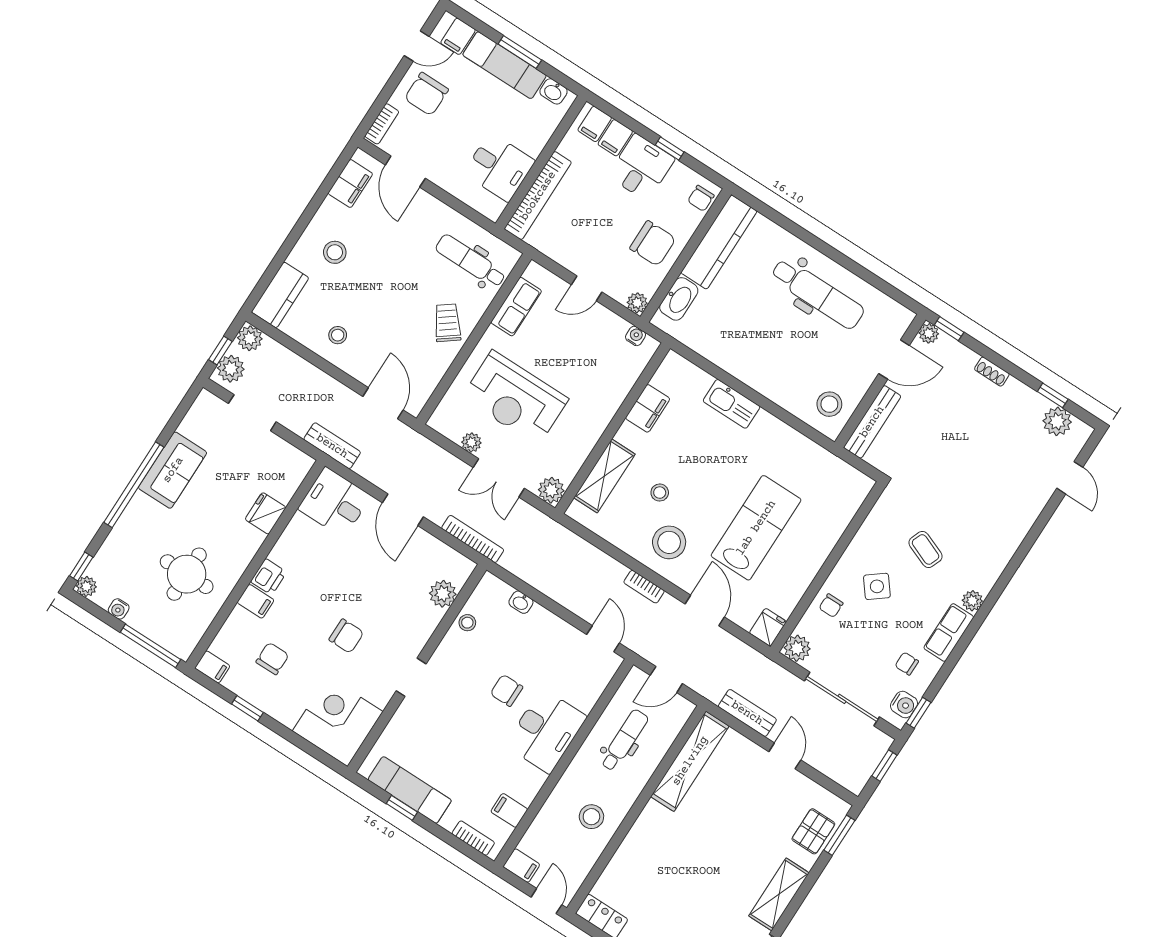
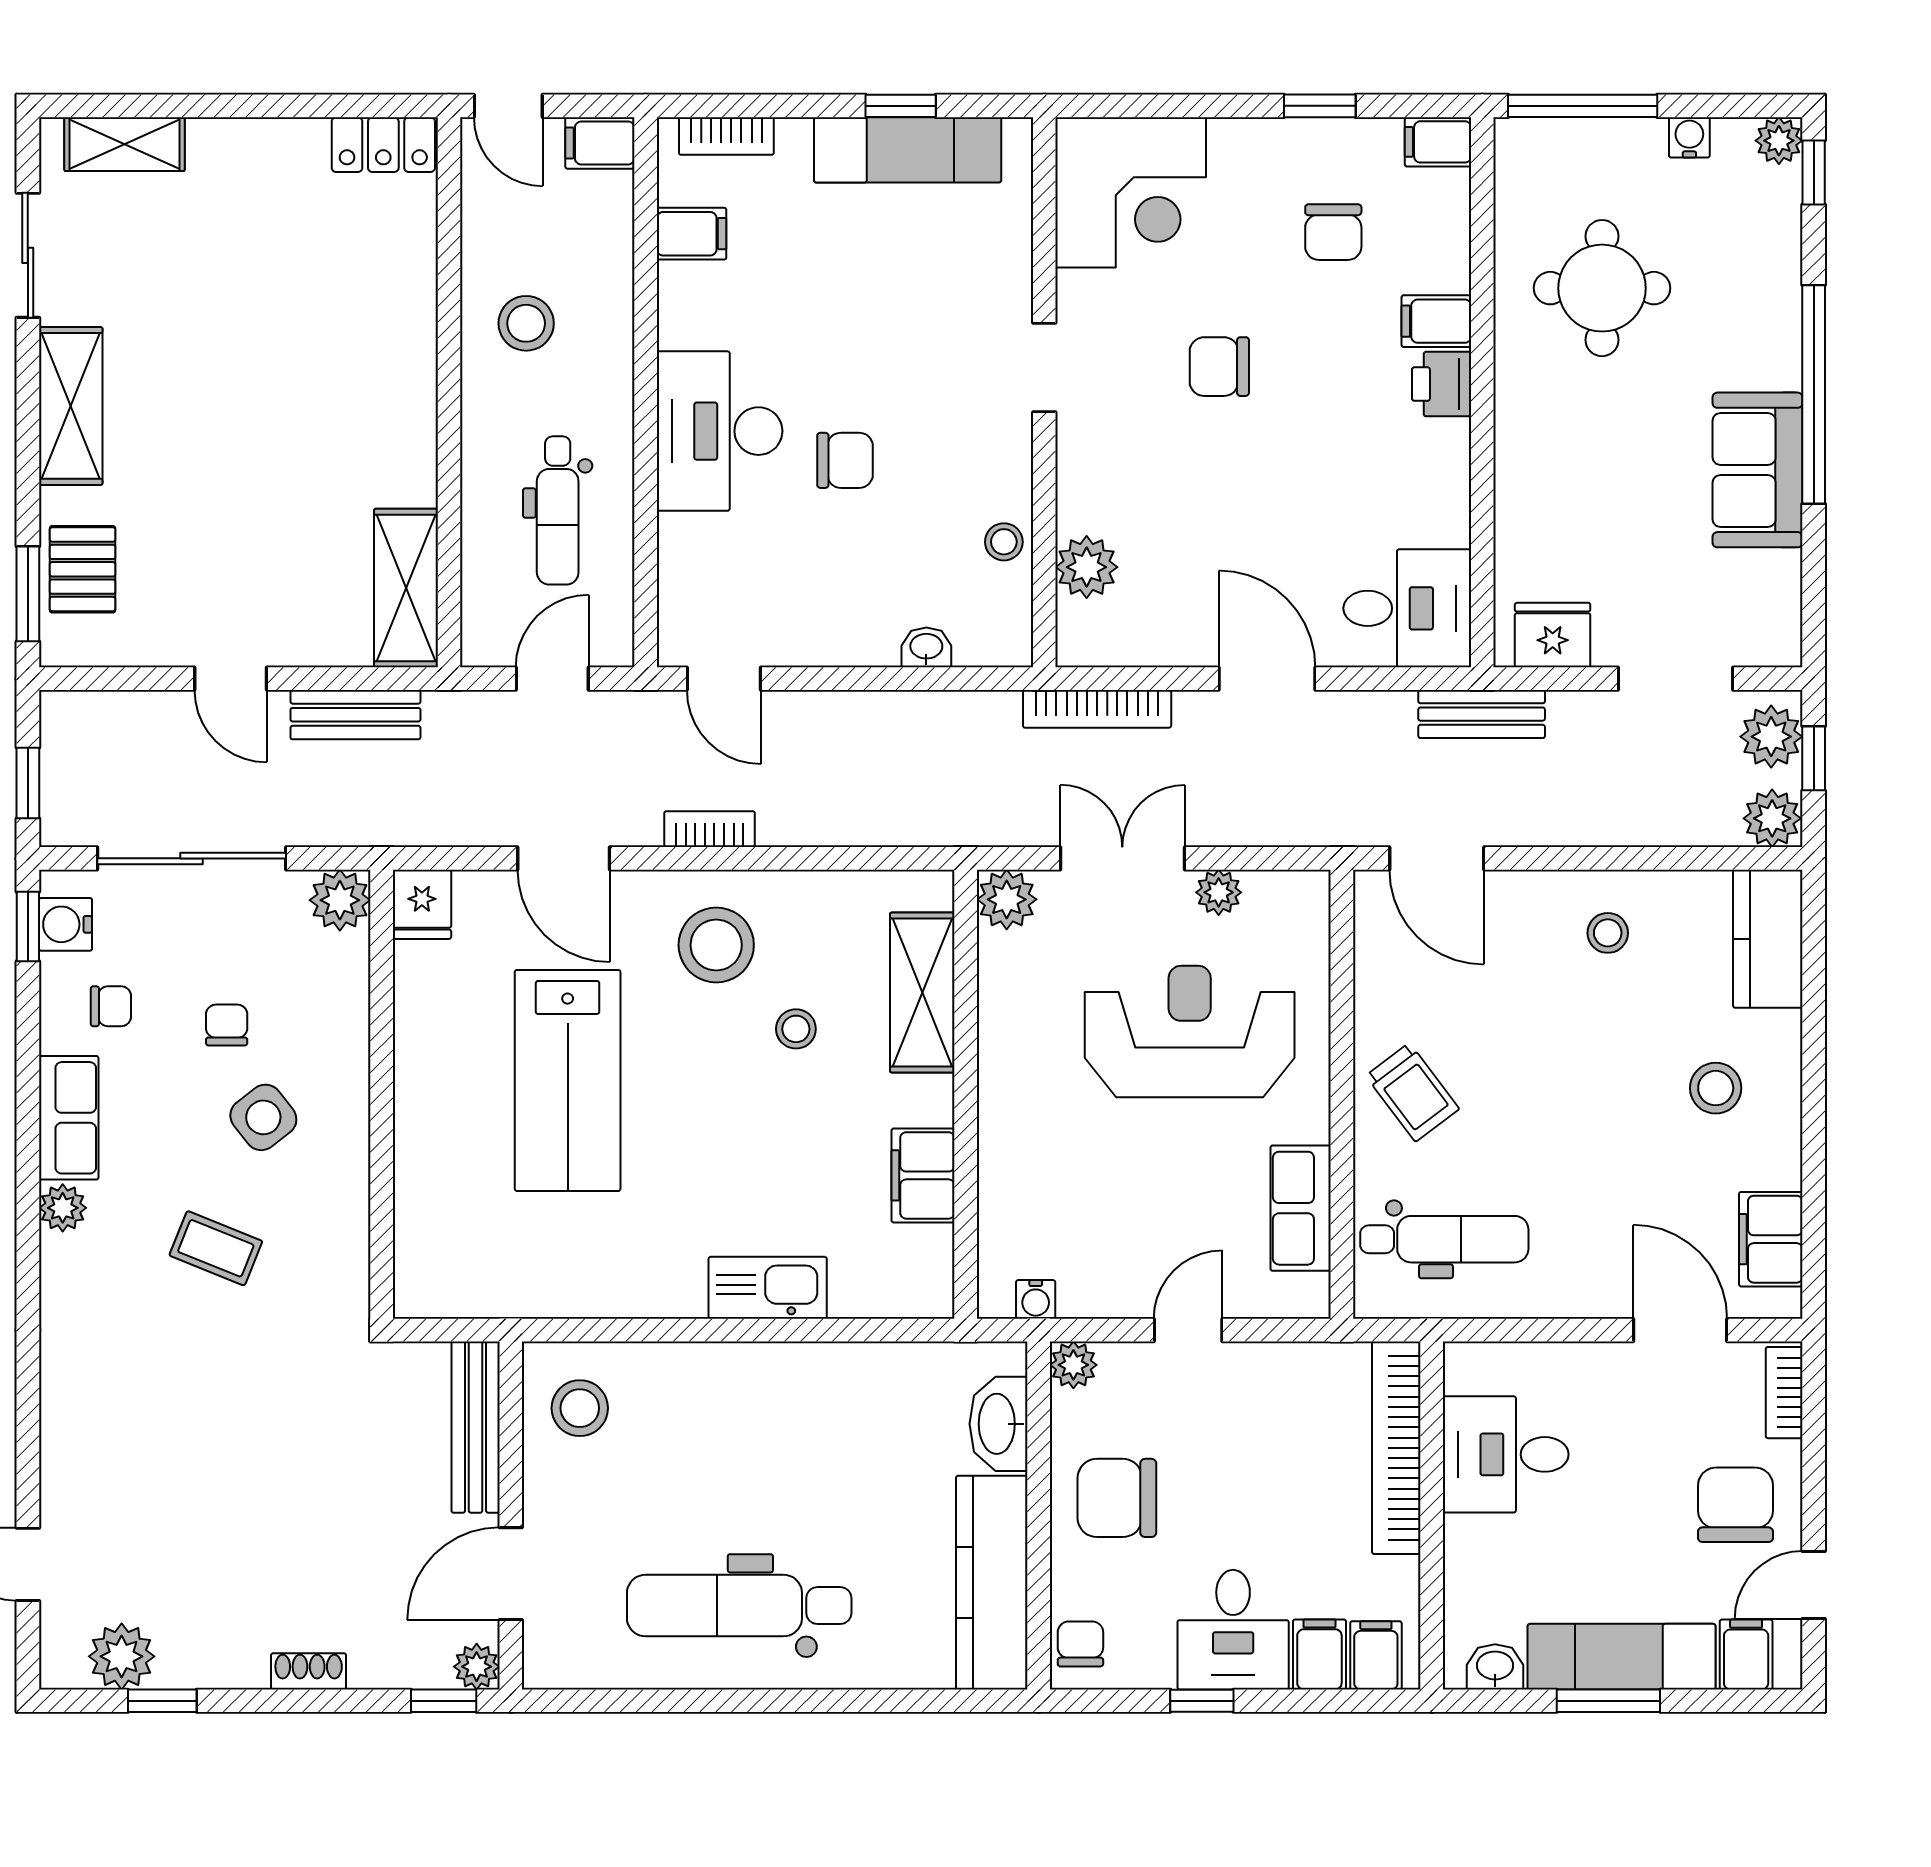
fridge: (266, 513) -> (1553, 635), moved, turned -90
chair: (831, 606) -> (227, 1025), moved
shelving: (690, 761) -> (406, 588), width x0.68

